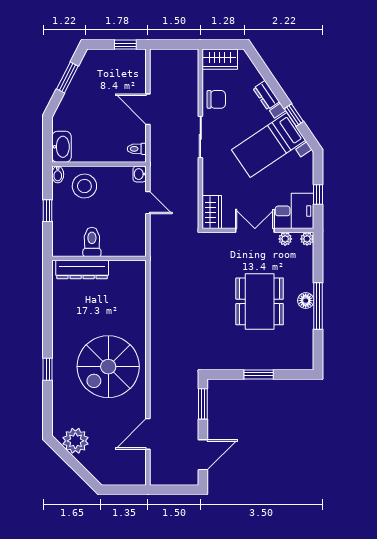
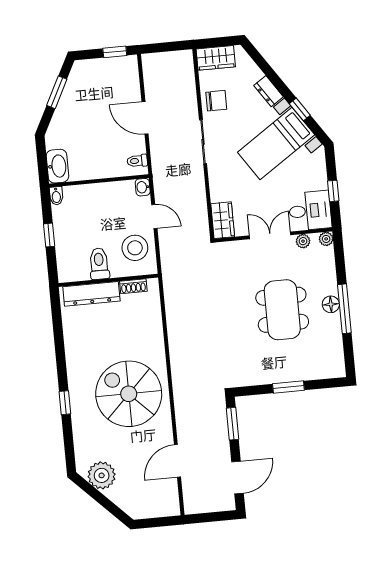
stool: (84, 186) -> (135, 248), moved
shoe rack: (122, 266) -> (133, 286), added
spiral stairs: (108, 367) -> (129, 394), turned 90

